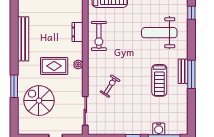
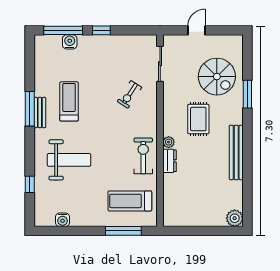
plant: (78, 65) -> (169, 142), moved
rug: (54, 66) -> (198, 119), turned 90

